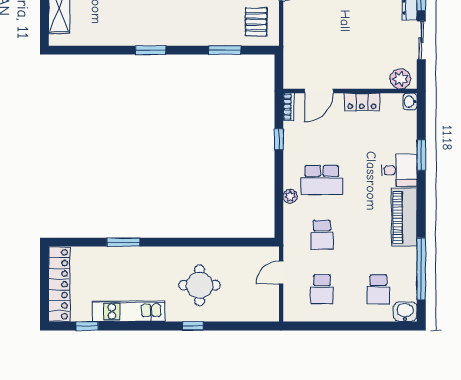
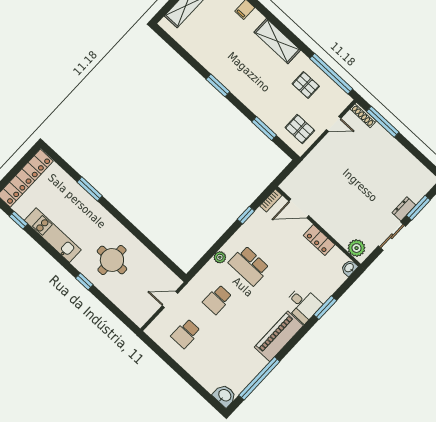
pallet: (256, 22) -> (300, 129), turned 90
school desk: (378, 289) -> (221, 366), removed

